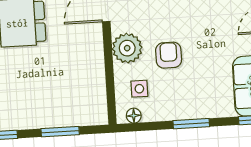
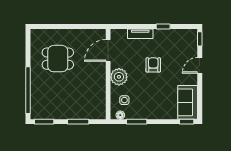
armchair: (169, 55) -> (153, 65), moved
window: (191, 124) -> (137, 122), moved

